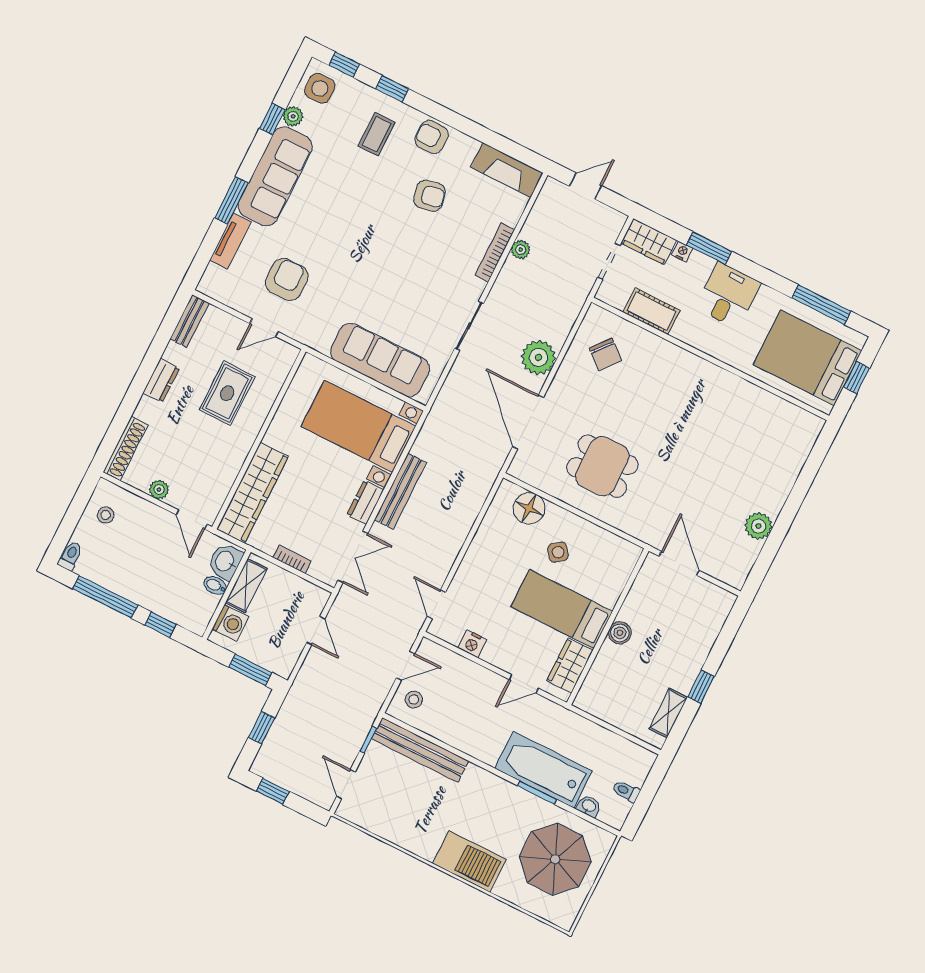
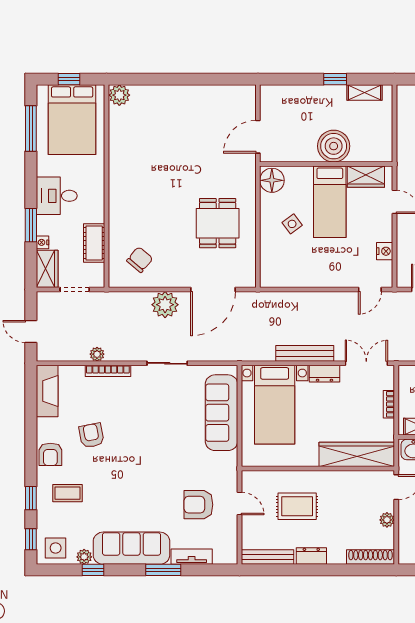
bench: (190, 321) -> (267, 557), width x1.36
floor lamp: (529, 508) -> (272, 180), moved
plant: (758, 526) -> (119, 95), moved
boiler: (620, 633) -> (334, 146), width x1.86, depth x1.86

